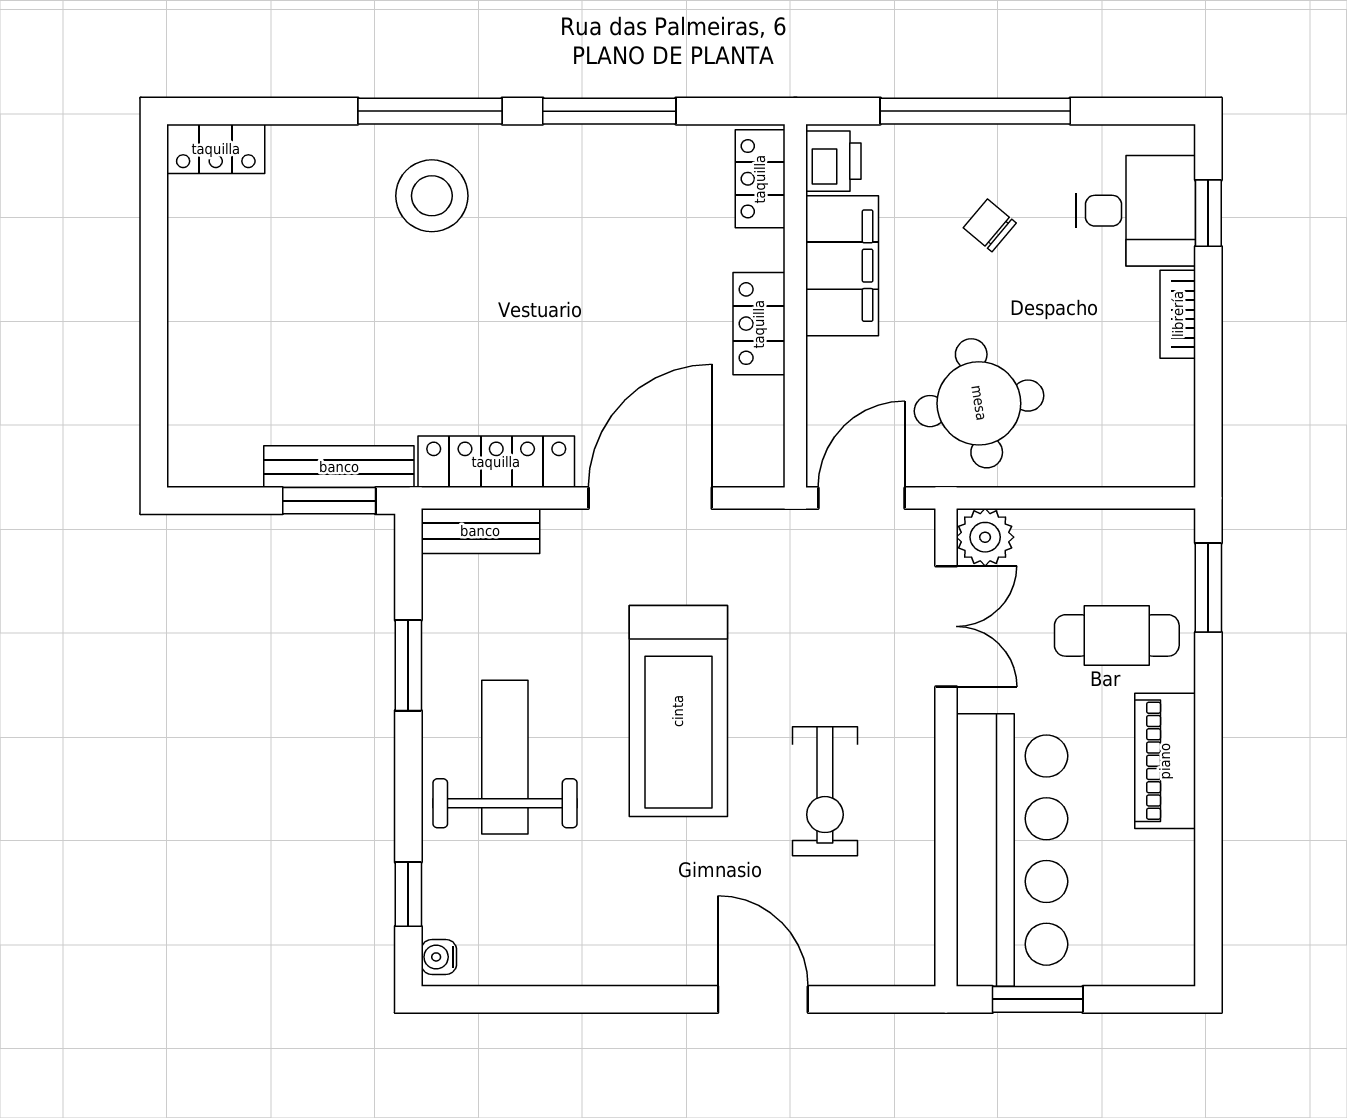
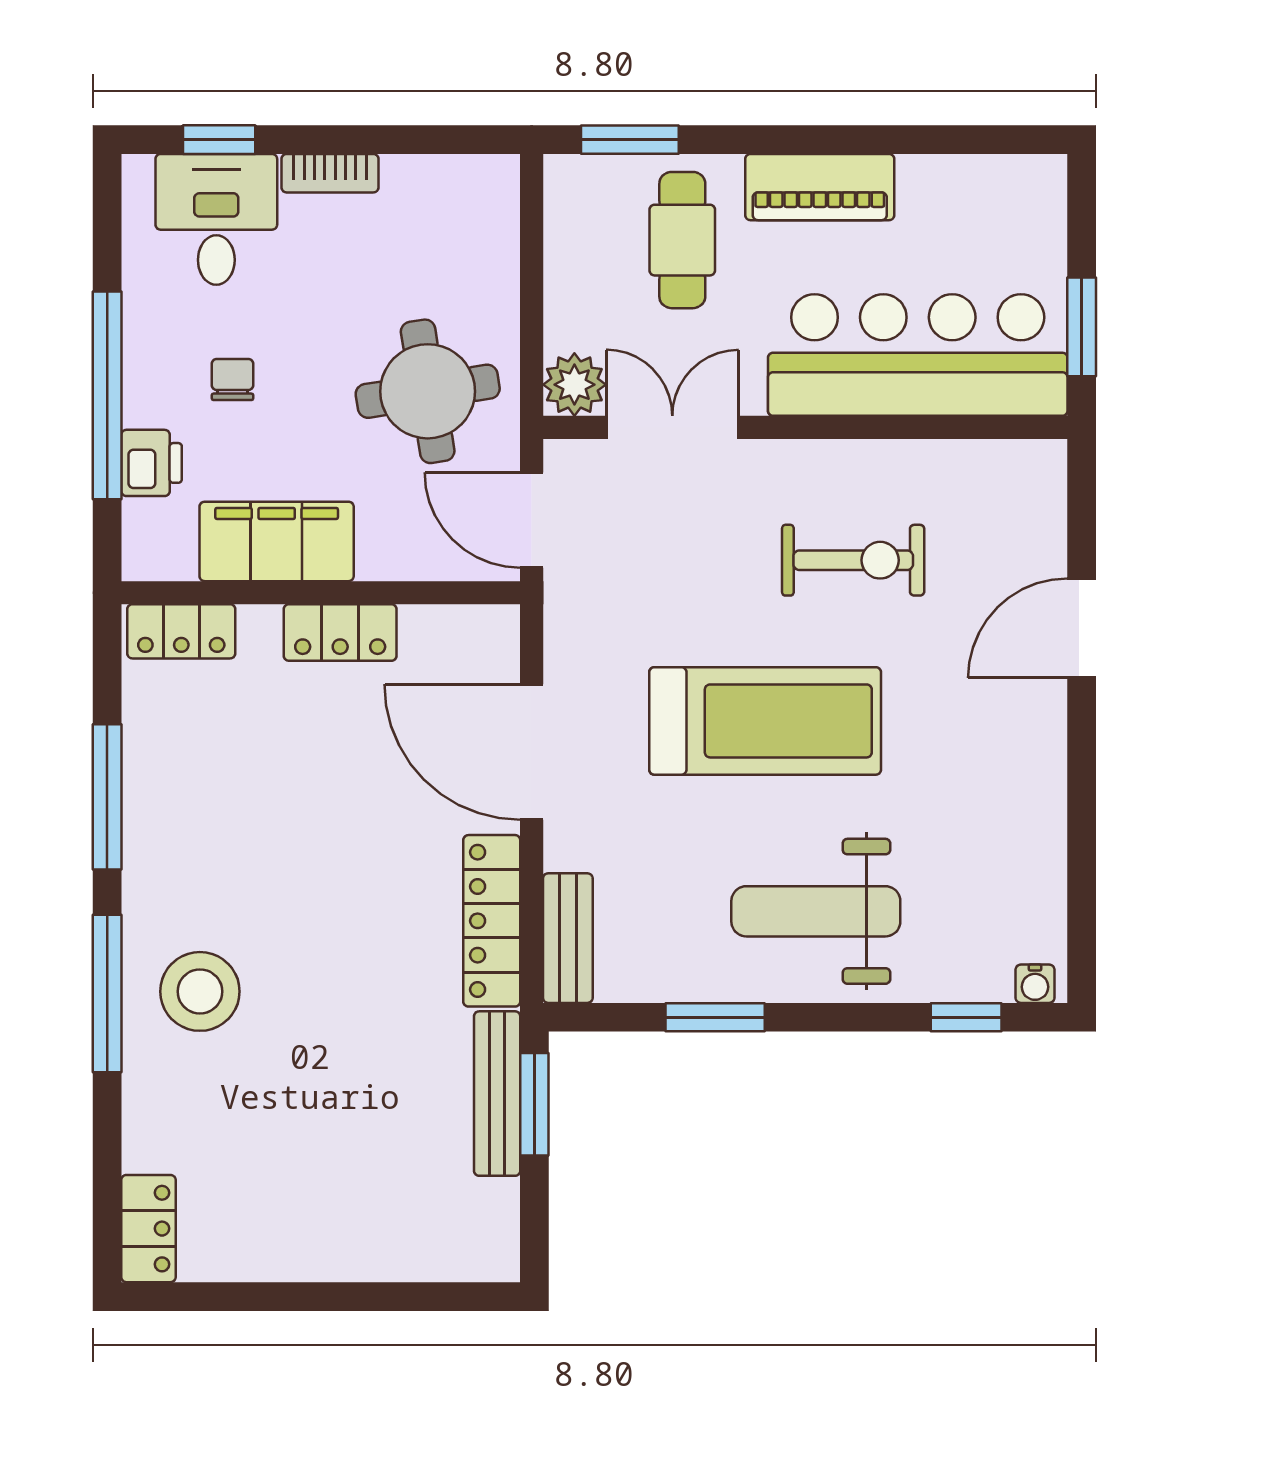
printer: (833, 161) -> (152, 463), moved, turned 90
chair: (990, 225) -> (232, 379), turned 140

